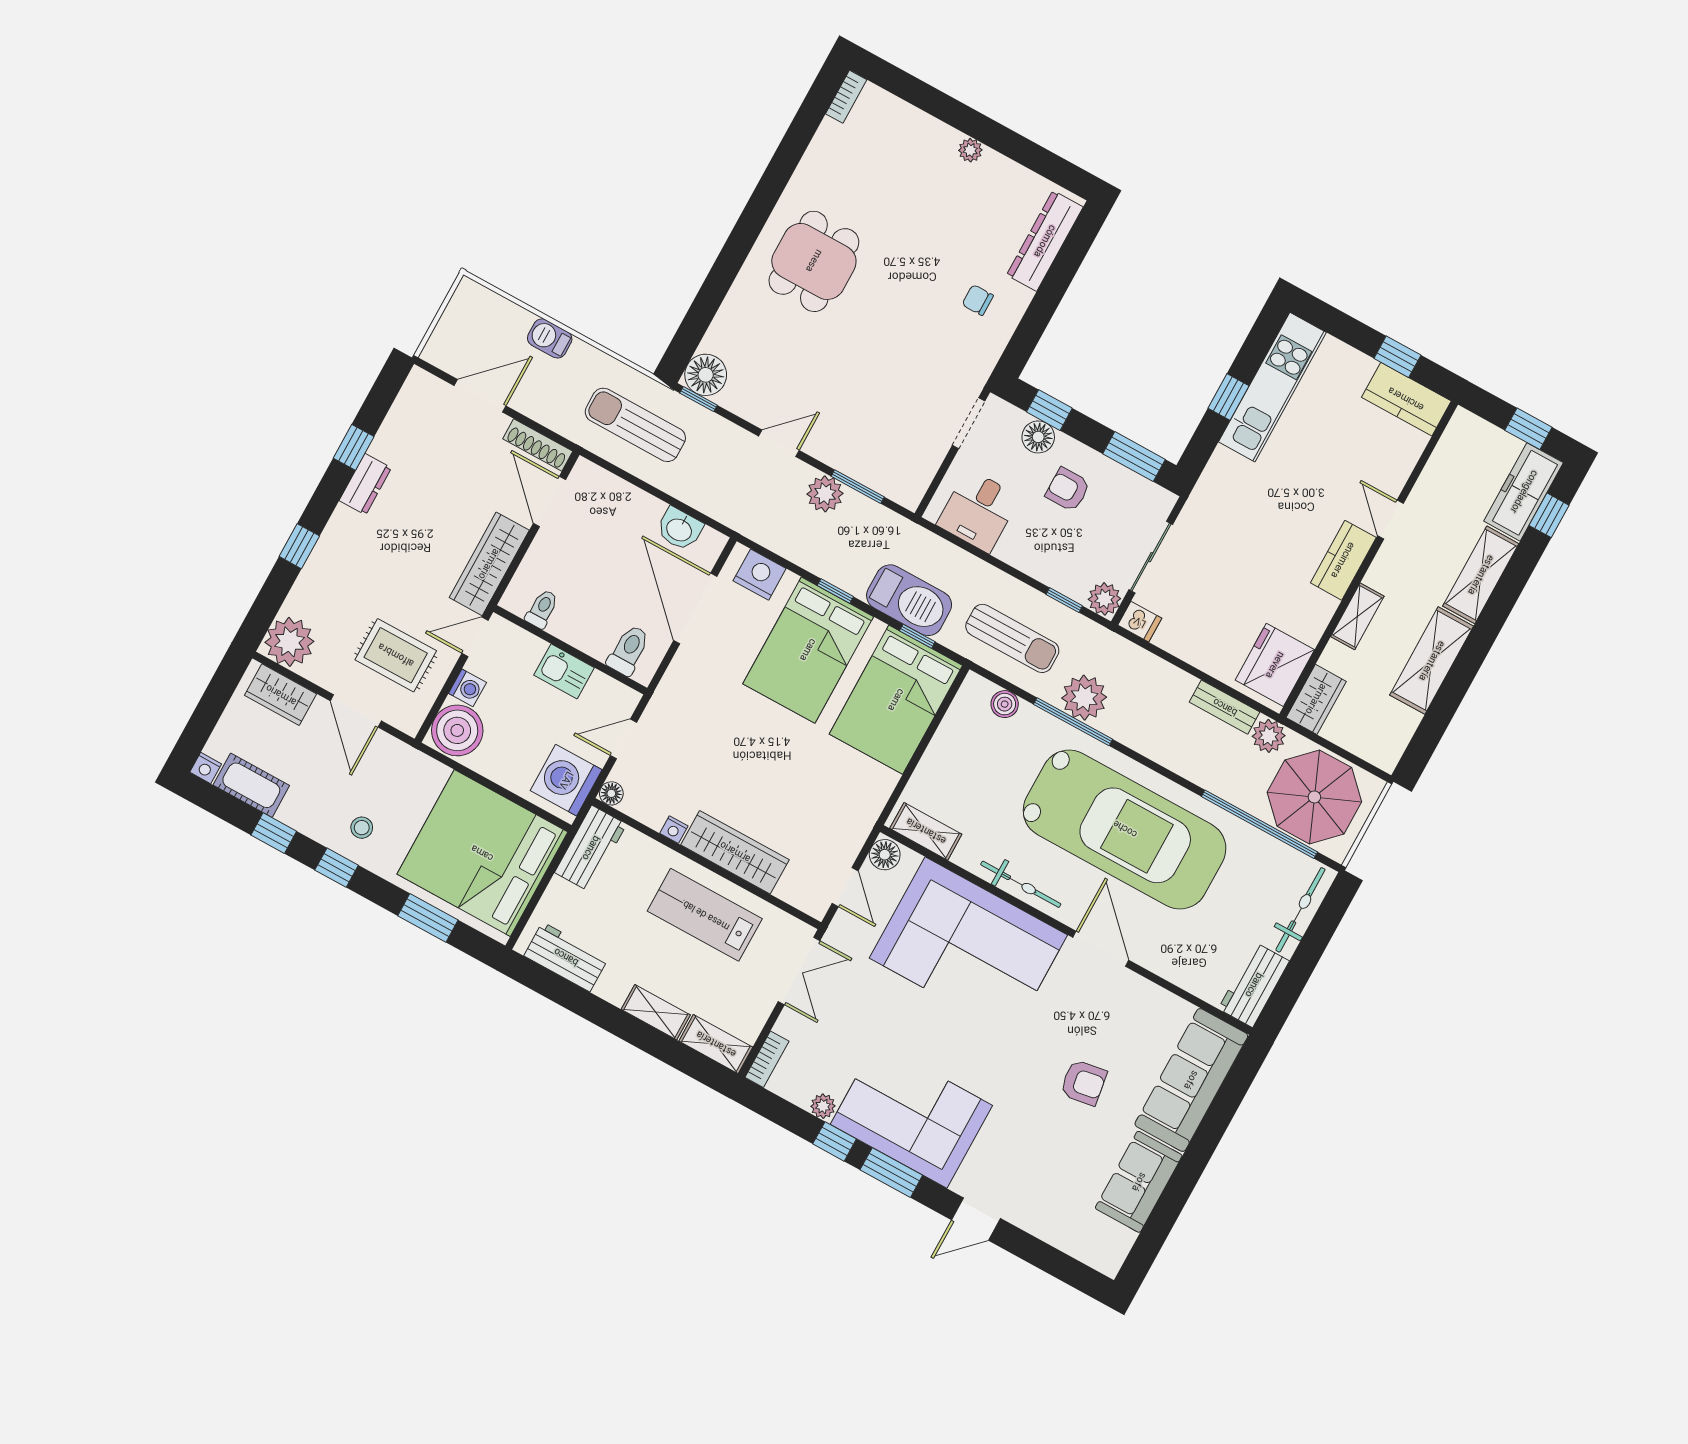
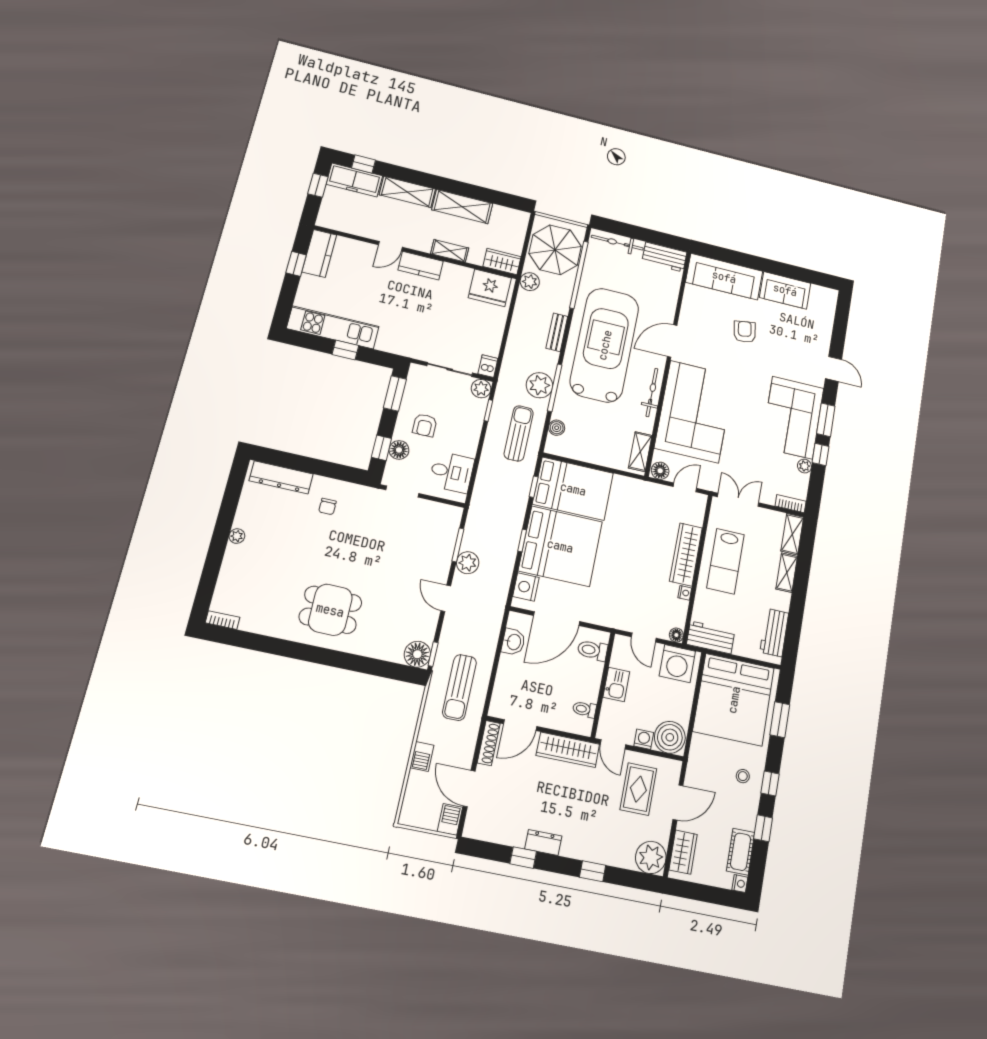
barbecue: (909, 600) -> (450, 819), moved, width x0.53, depth x0.65
bed: (808, 650) -> (560, 546), width x1.36
bench: (1225, 707) -> (557, 332), moved

